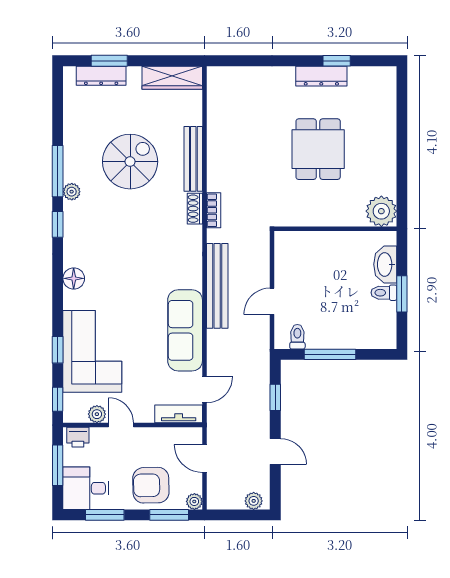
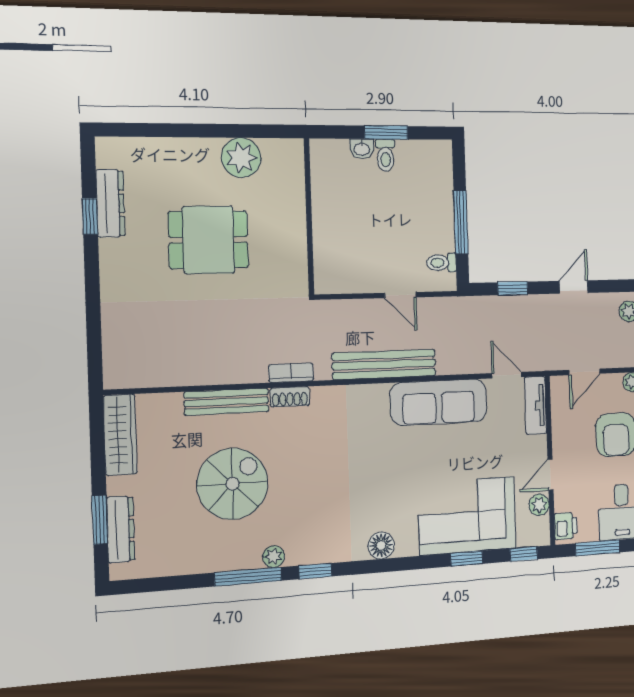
dresser: (321, 76) -> (110, 203), moved
spiral stairs: (130, 162) -> (233, 484), turned 90
plant: (381, 211) -> (241, 158), moved
washbasin: (385, 264) -> (362, 149), width x0.52, depth x0.69

